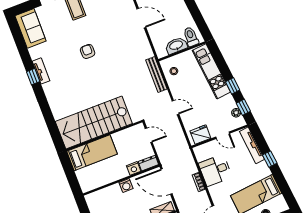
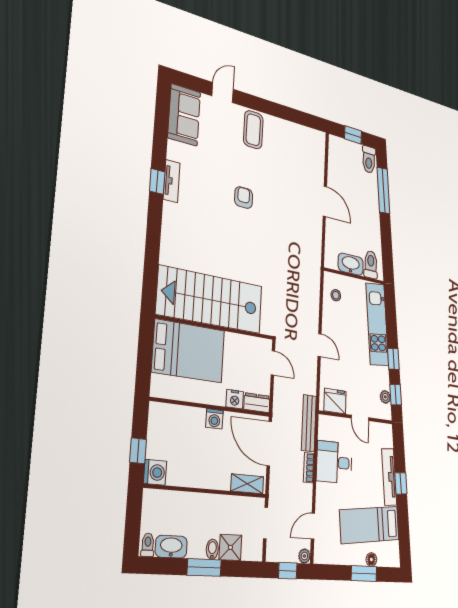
bench: (156, 75) -> (309, 423), moved
tv unit: (252, 145) -> (389, 477), moved
bed: (92, 153) -> (188, 351), width x1.50

